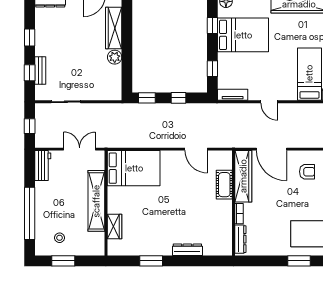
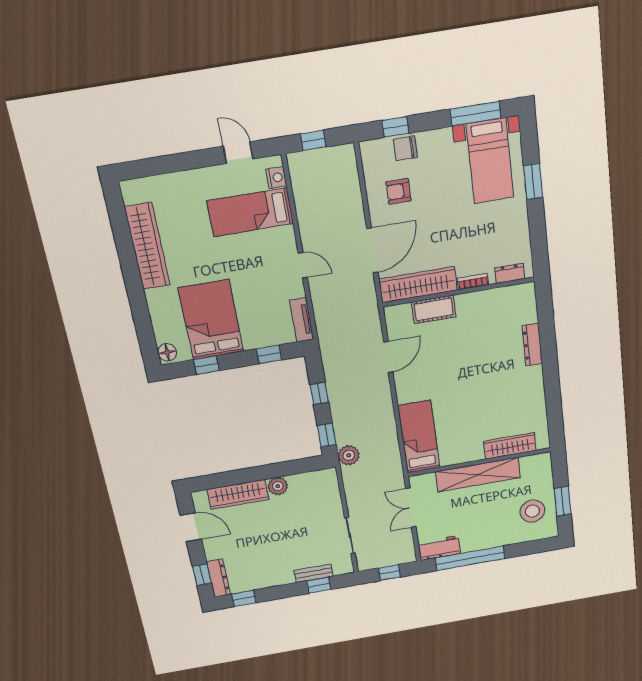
window: (30, 38) -> (244, 598), moved
door: (269, 102) -> (303, 265), hinge flipped
plant: (129, 111) -> (349, 455), added
bed: (134, 168) -> (419, 437), width x0.67
armchair: (307, 172) -> (398, 191), turned -90
window: (30, 213) -> (470, 558), moved
wardrobe: (114, 226) -> (510, 446), width x1.50
stool: (60, 238) -> (532, 511), width x1.89, depth x1.89
dresser: (240, 239) -> (510, 273), width x0.70
window: (151, 261) -> (552, 390), removed

